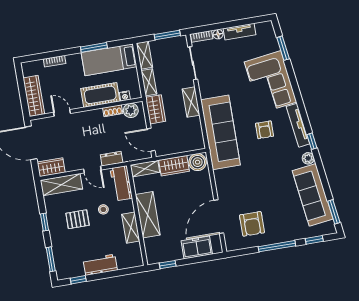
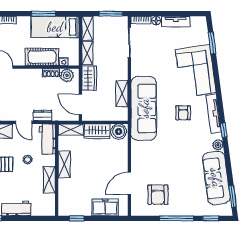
shelving: (191, 102) -> (122, 94), moved
shelving: (148, 215) -> (64, 164), width x0.67, depth x0.75
door: (219, 217) -> (129, 183), width x0.73

